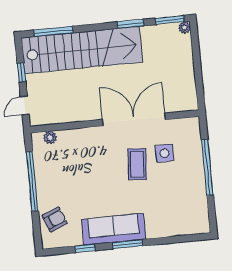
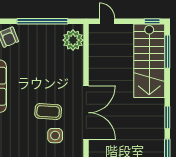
stairs: (82, 50) -> (149, 61), width x0.73
window: (21, 72) -> (152, 21), moved
plant: (50, 137) -> (73, 40), width x1.88, depth x1.88

